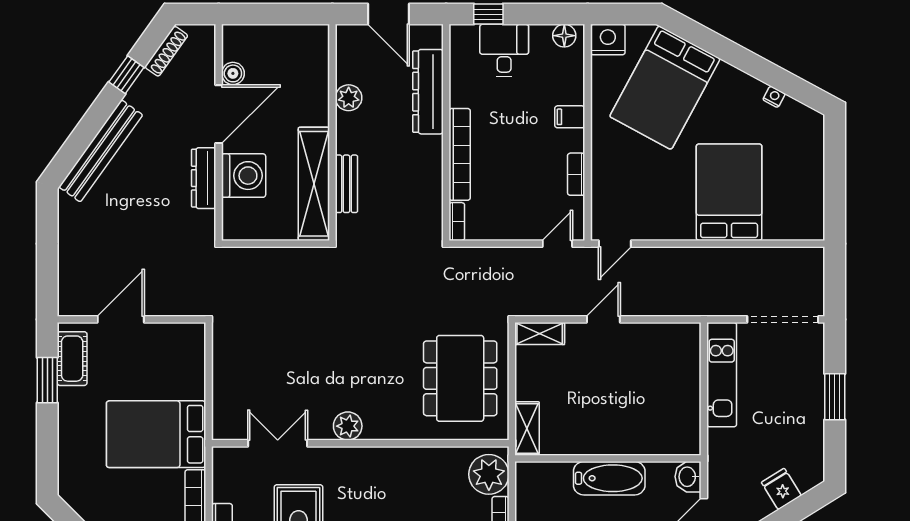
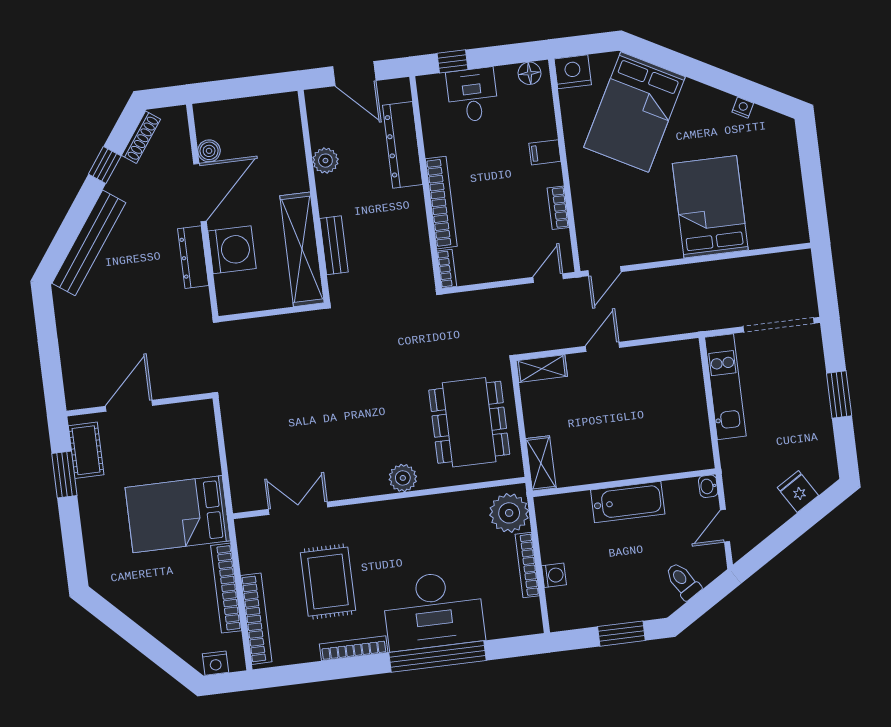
plant: (348, 426) -> (403, 478), moved
washbasin: (688, 477) -> (708, 486), width x0.72, depth x0.69

